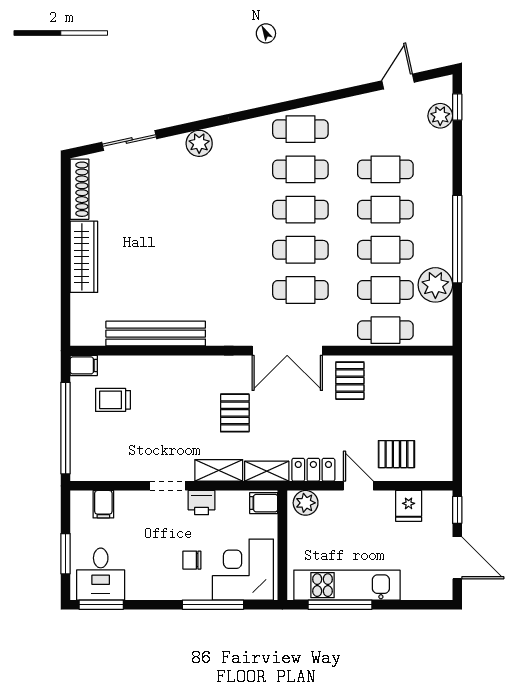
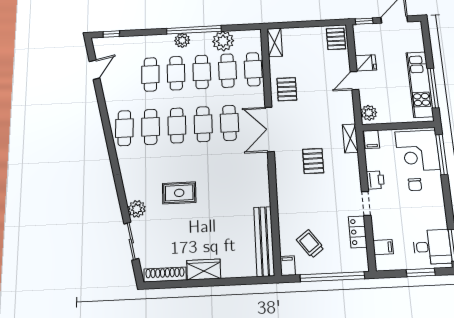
door: (398, 81) -> (95, 70), swing flipped
plant: (440, 116) -> (182, 40), moved
plant: (199, 143) -> (137, 209), moved
rug: (197, 211) -> (179, 193), added
wardrobe: (84, 257) -> (204, 269), width x0.67
bench: (156, 334) -> (264, 241), moved
double door: (287, 351) -> (270, 129), swing flipped
pallet: (350, 381) -> (287, 89), turned 90
trolley: (113, 400) -> (310, 244), turned 143
pallet: (235, 413) -> (313, 161), turned 90
pallet: (396, 454) -> (336, 39), moved
shelving: (219, 470) -> (275, 42), moved
locker: (313, 470) -> (358, 232), moved
fridge: (409, 506) -> (366, 63), moved
window: (213, 605) -> (442, 154), moved

